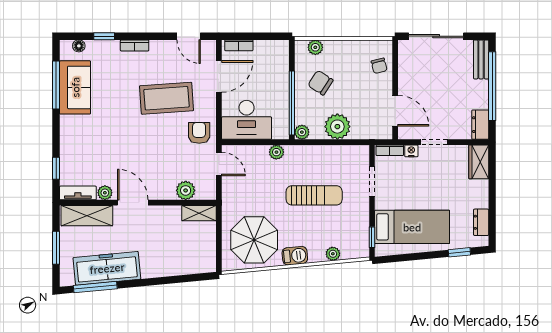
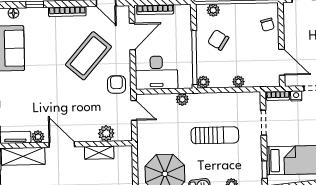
bookcase: (135, 45) -> (67, 12), width x1.56
bookcase: (239, 45) -> (155, 10), width x1.56
coffee table: (167, 98) -> (88, 56), turned -45
plant: (337, 127) -> (238, 82), width x0.53, depth x0.53
shelving: (199, 213) -> (99, 153), moved

